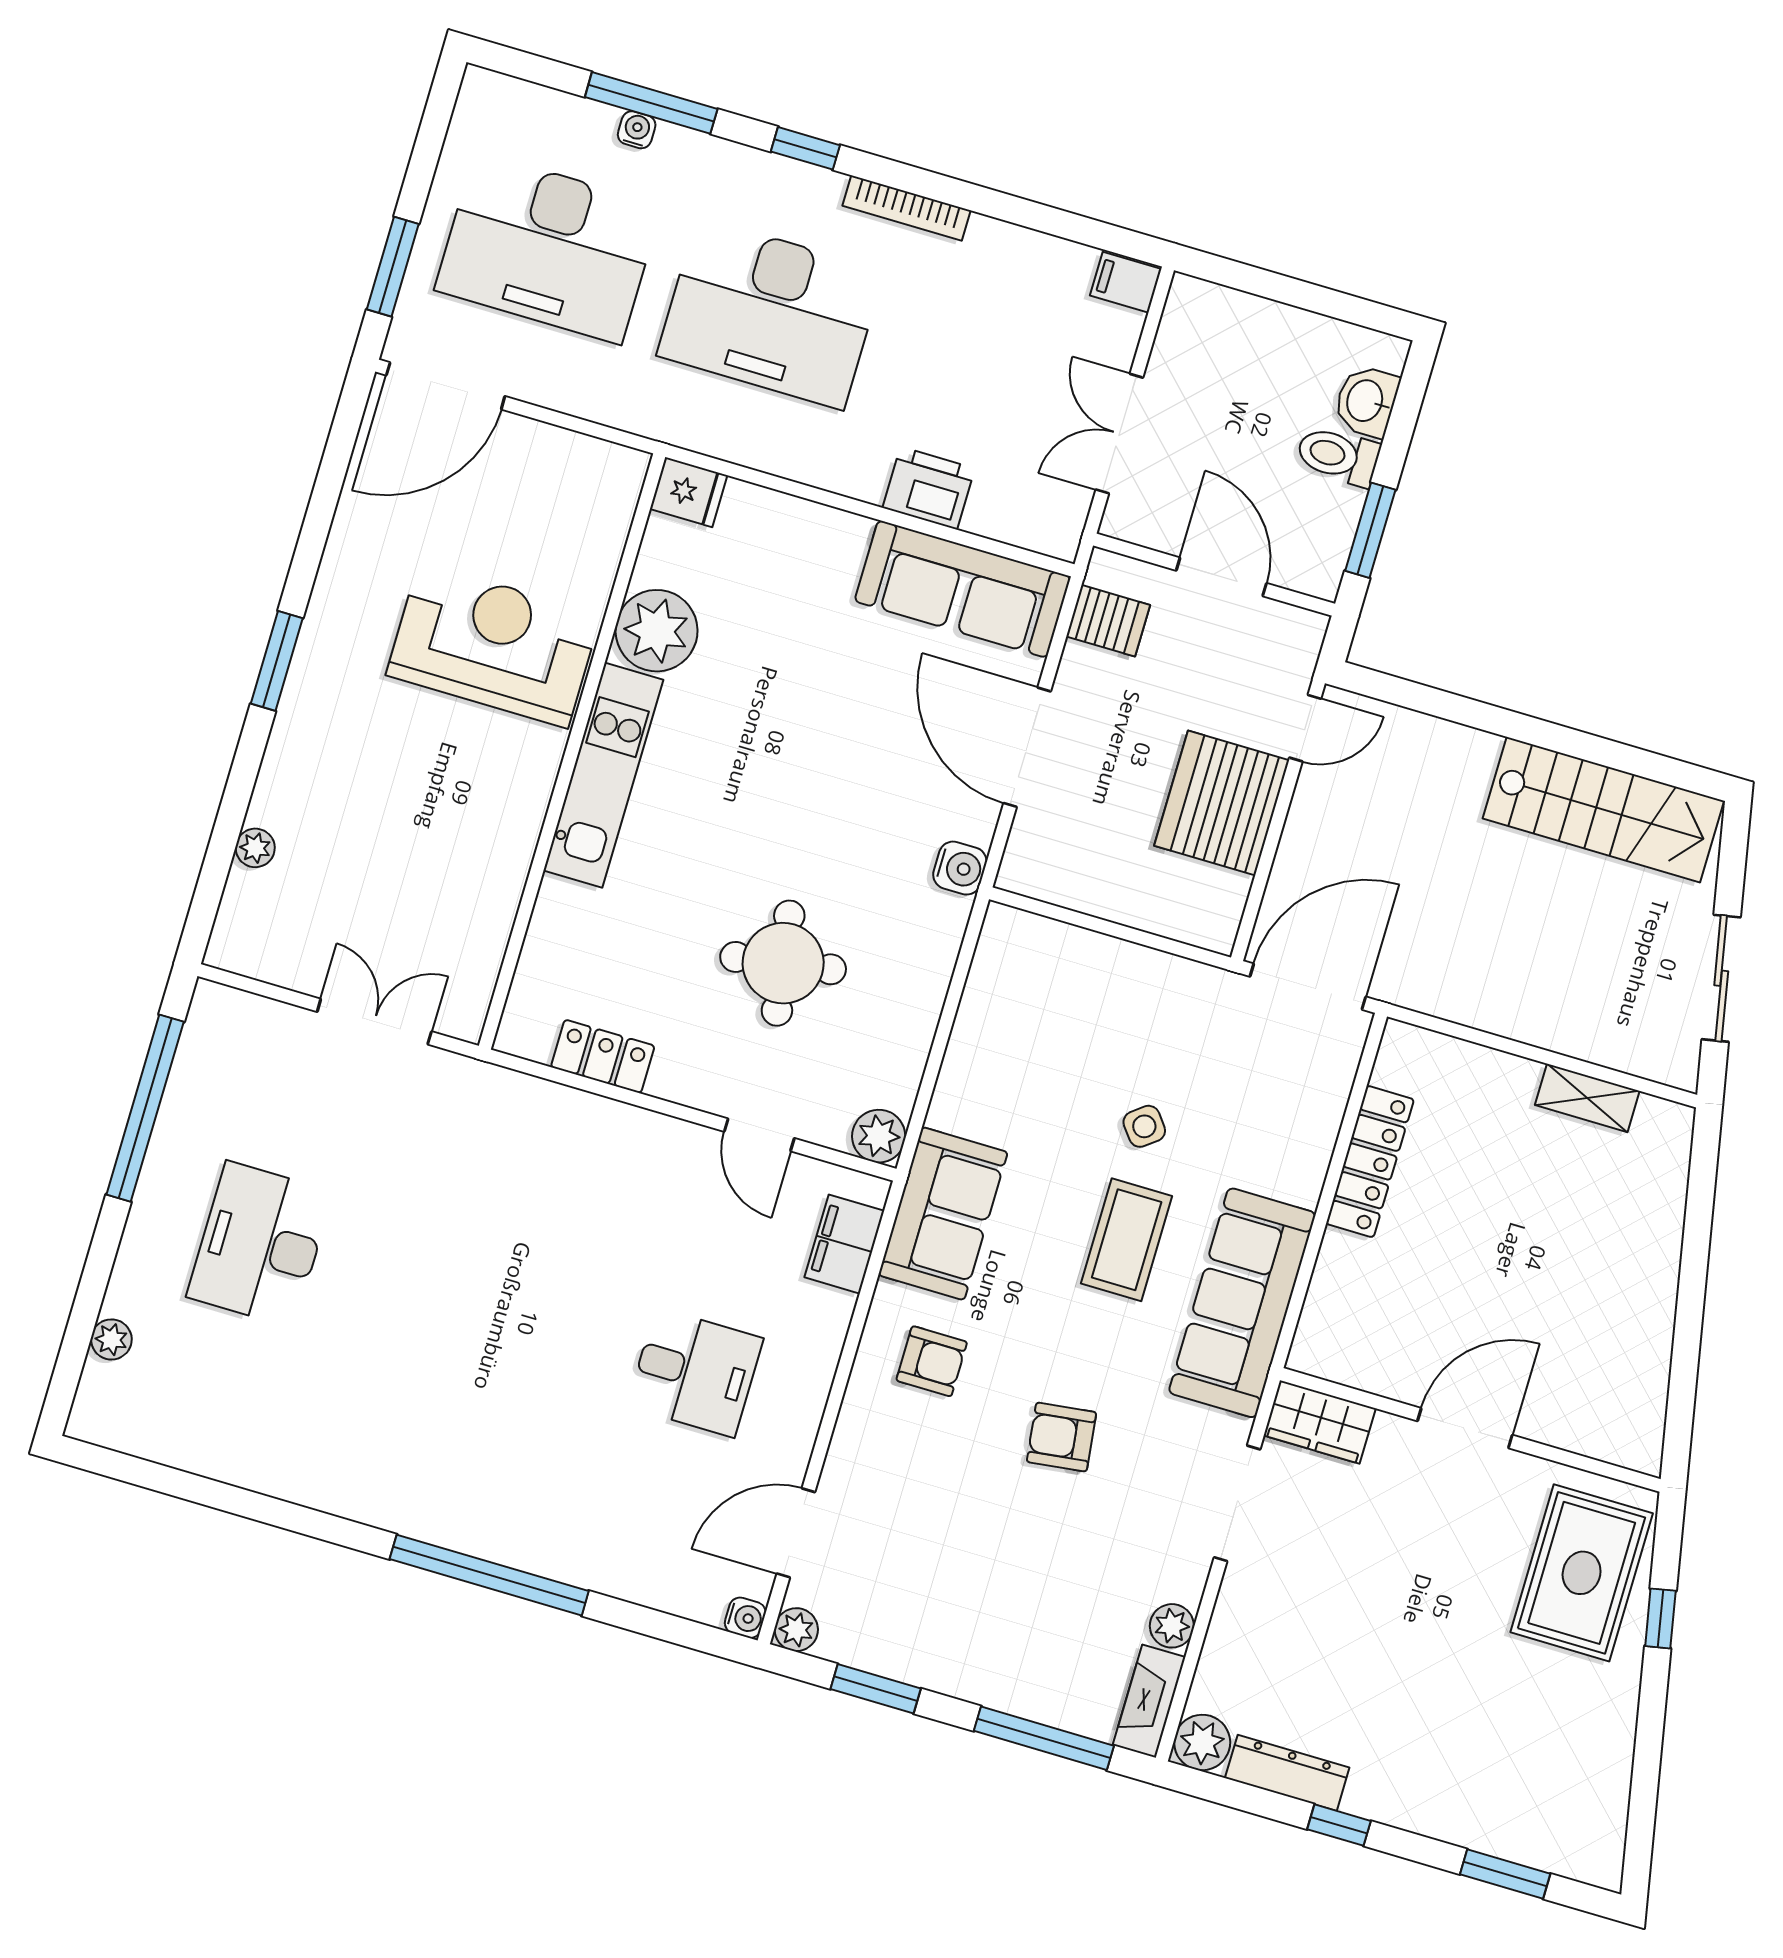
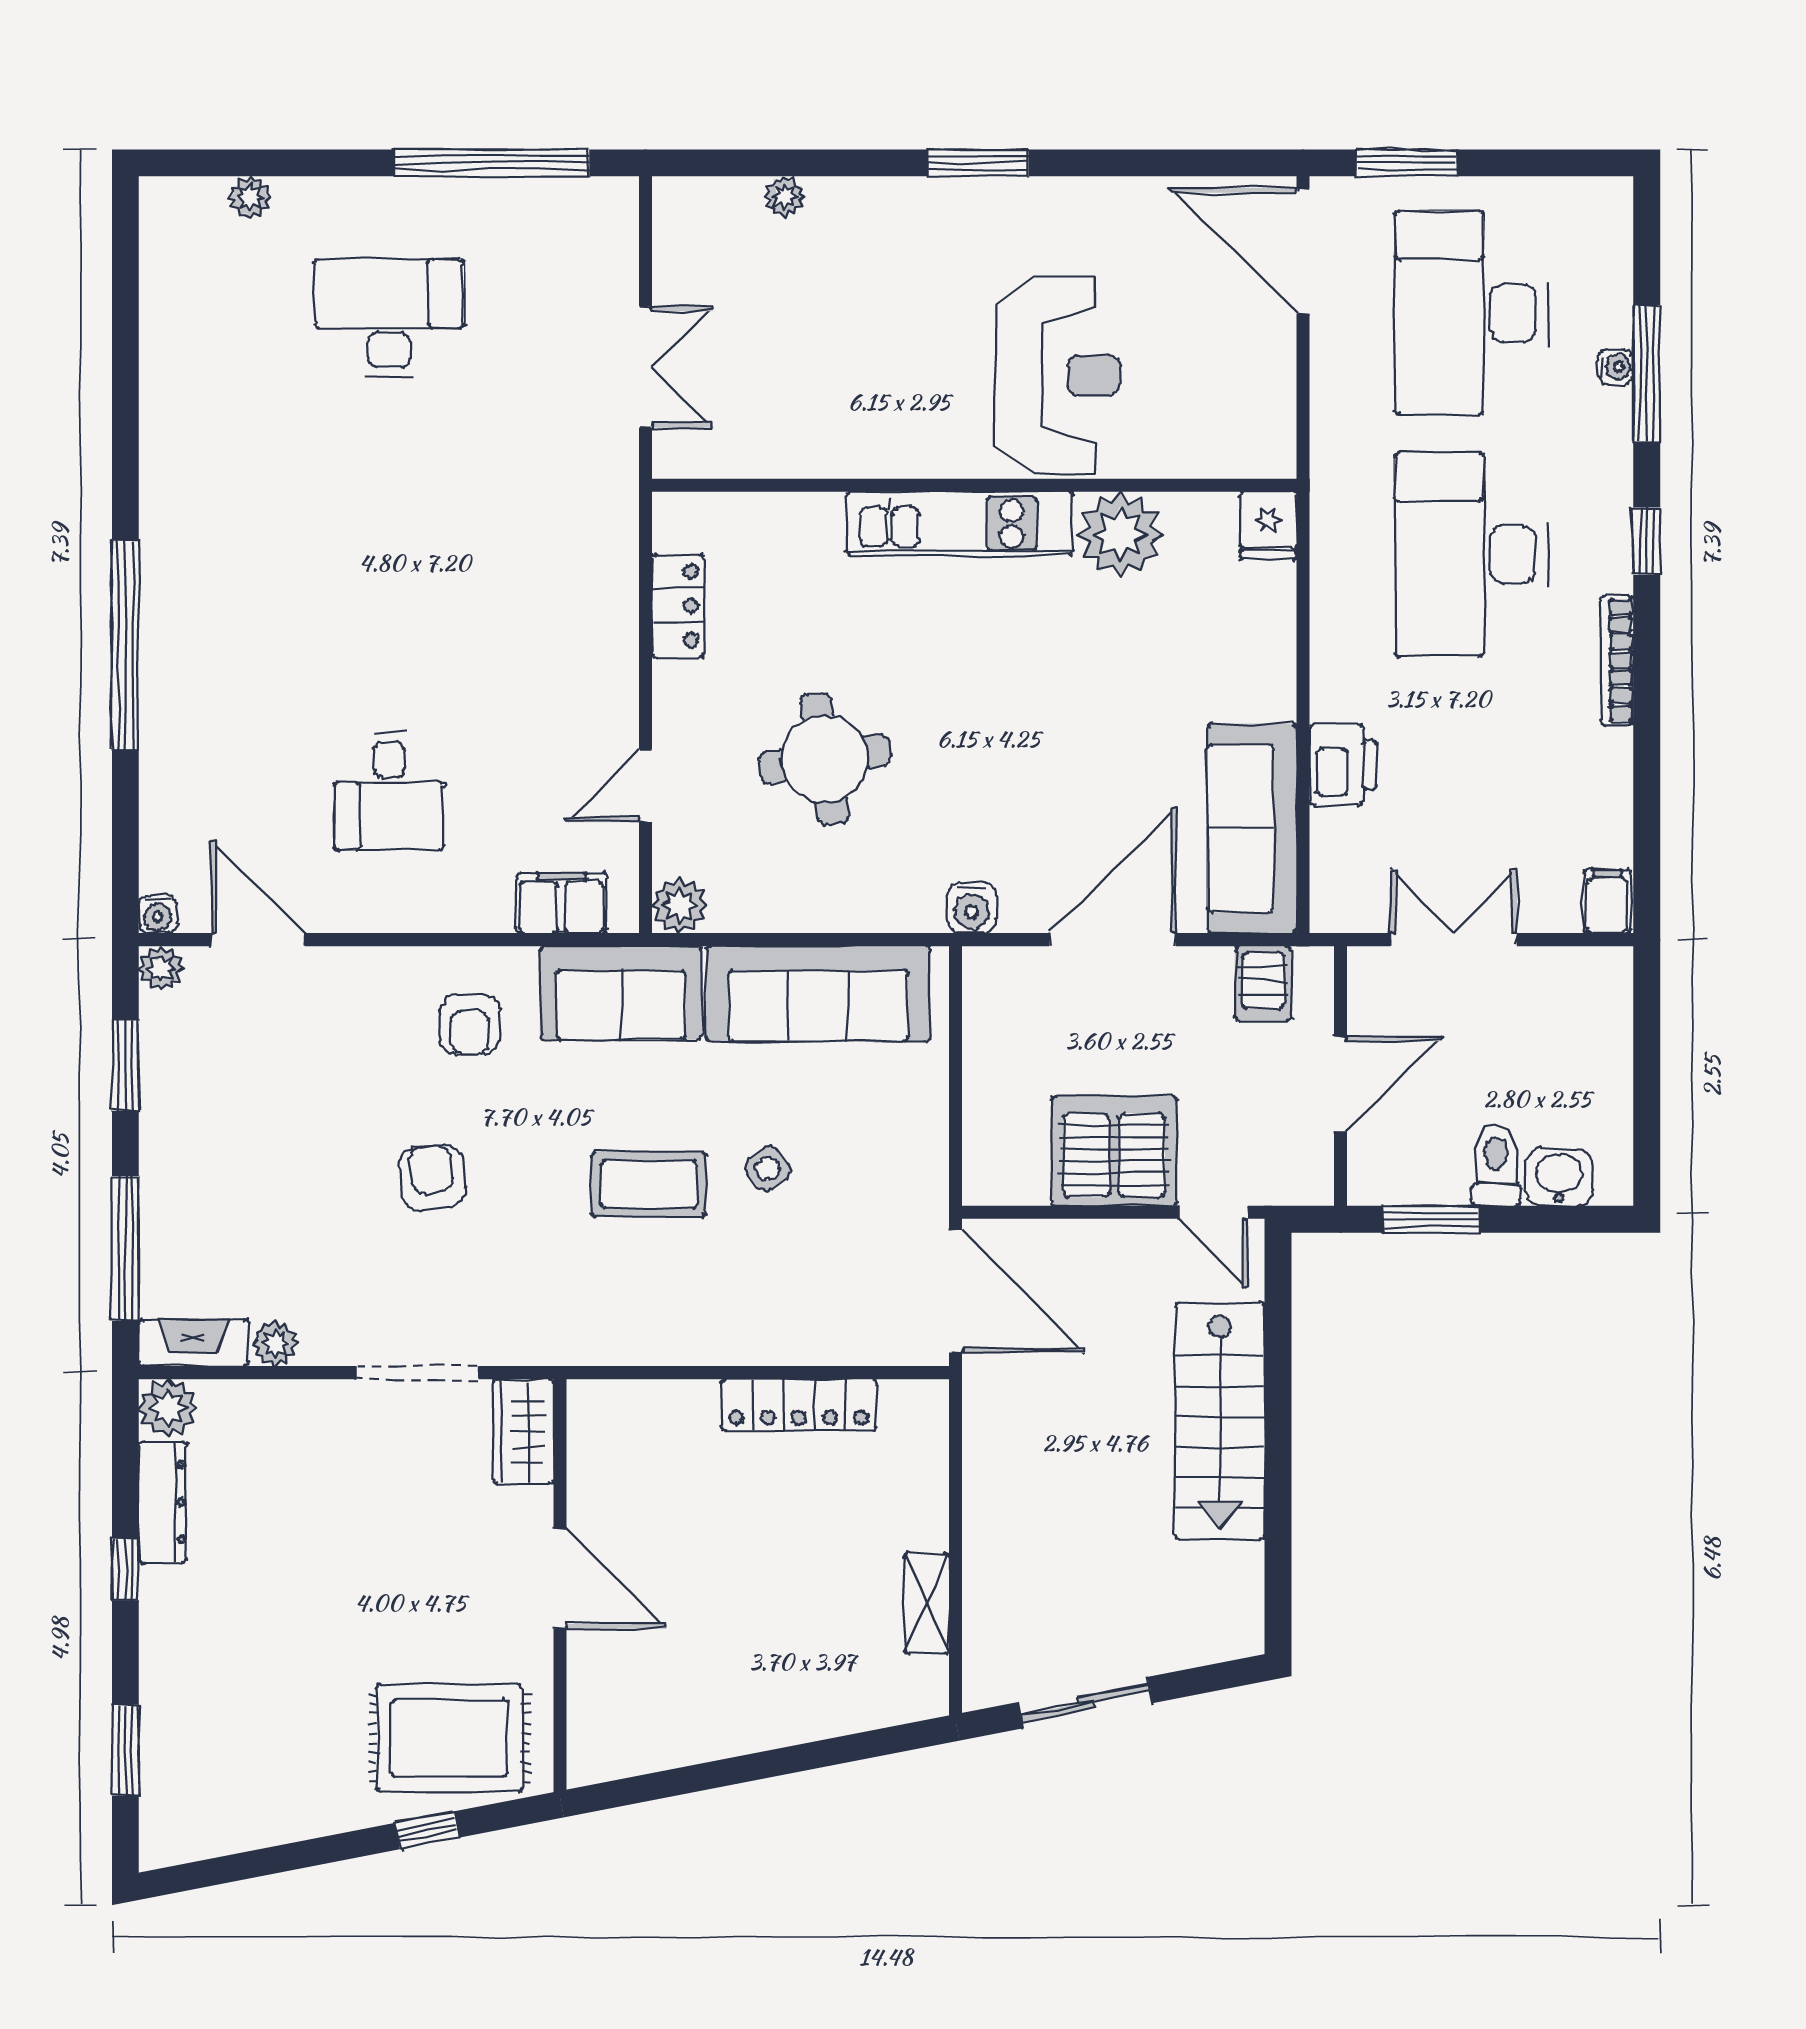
stairs: (1603, 810) -> (1220, 1421), moved
sofa: (1242, 1303) -> (818, 994), moved, turned 180

